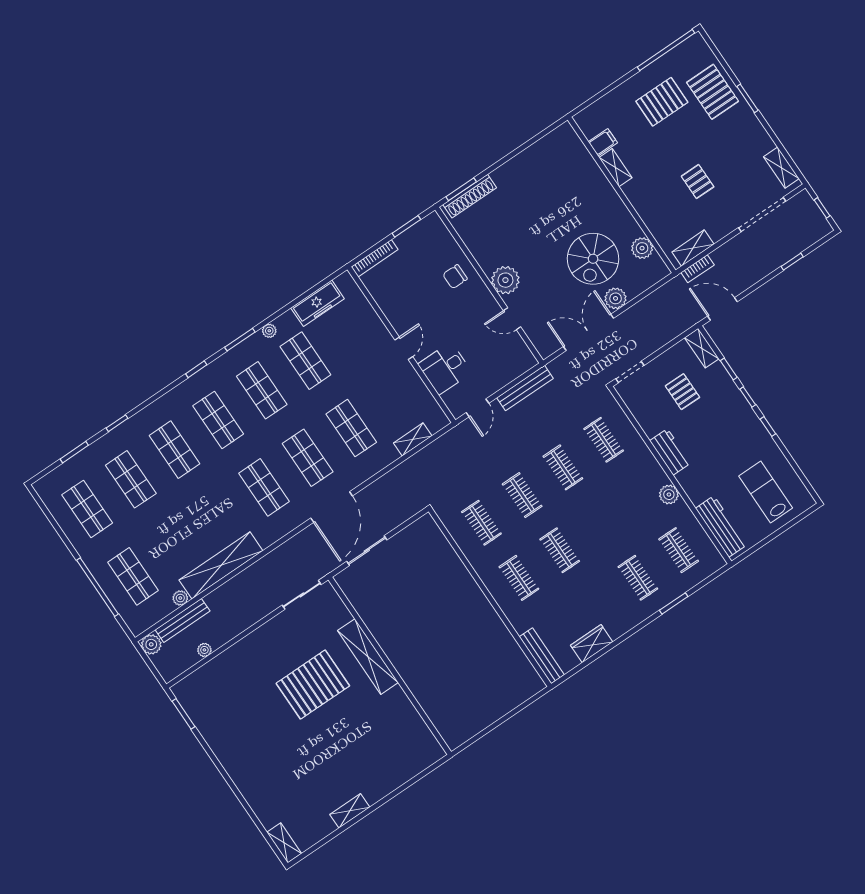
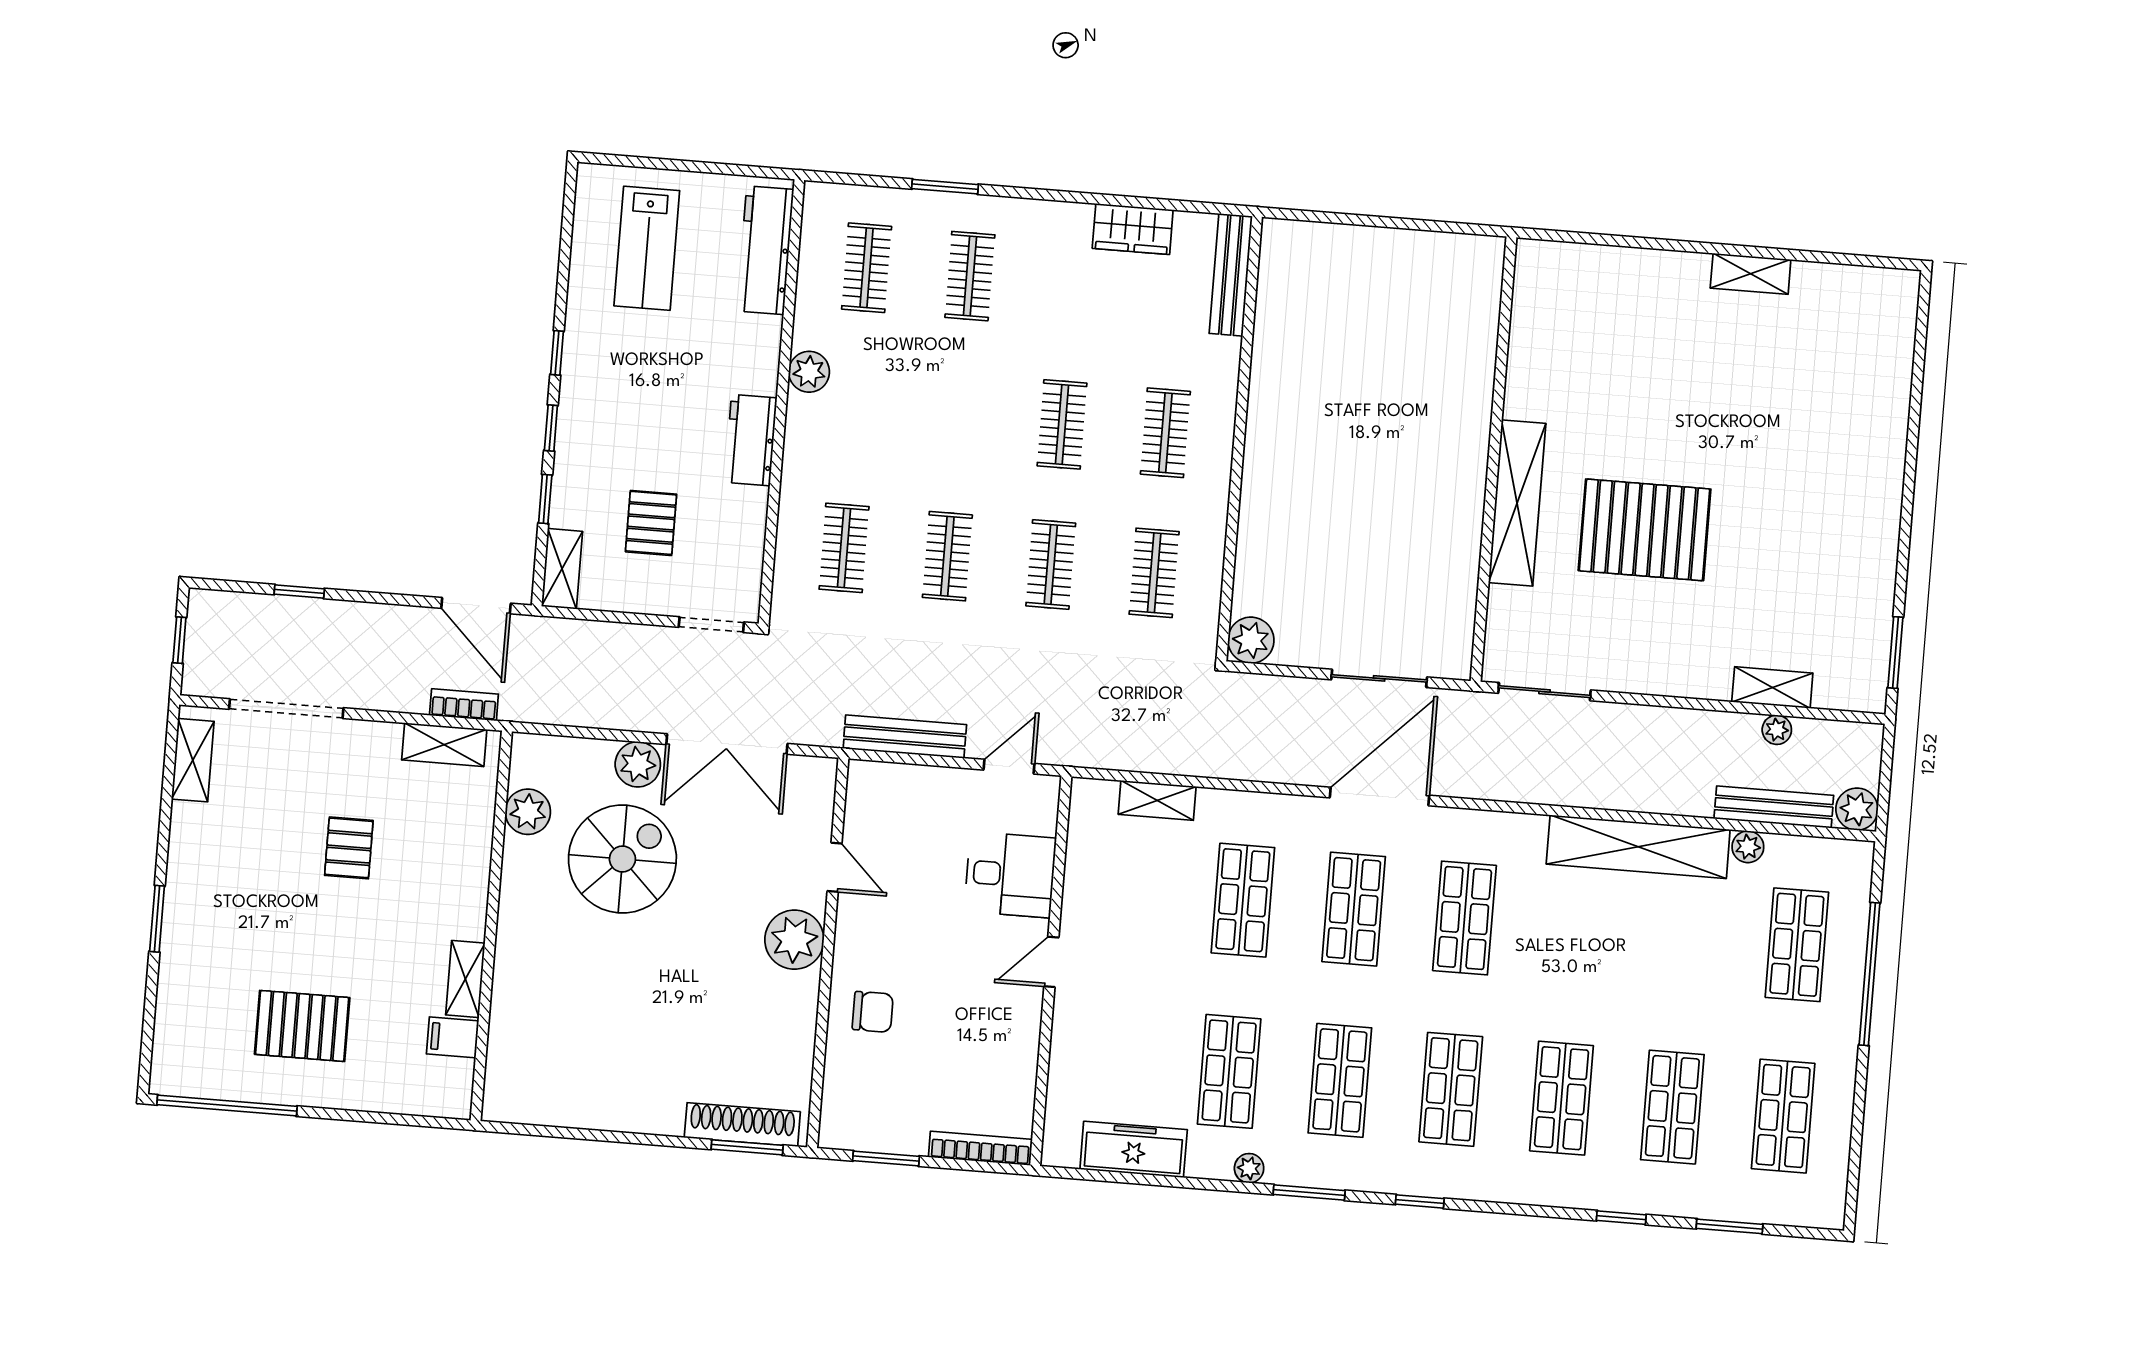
pallet: (713, 92) -> (206, 975), removed
plant: (426, 527) -> (1251, 640), added
shelving: (284, 843) -> (1772, 688), moved, turned 90

